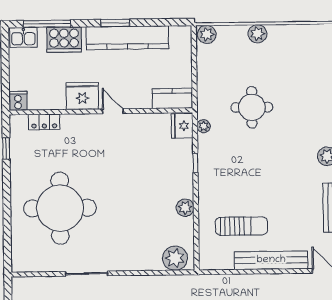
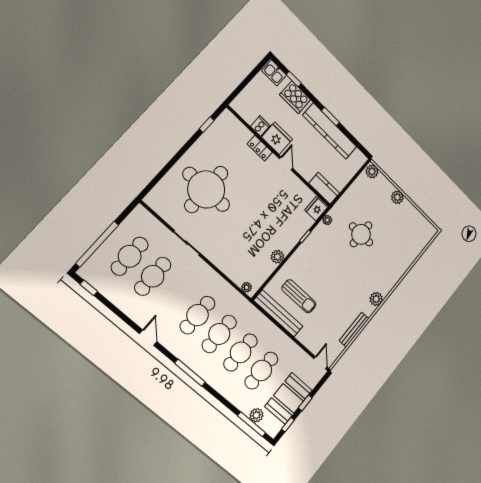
window: (47, 24) -> (294, 79), width x0.46
cooker: (18, 101) -> (260, 126), moved
locker: (44, 122) -> (260, 148), moved
plant: (175, 258) -> (247, 287), width x0.53, depth x0.53
bench: (271, 260) -> (278, 313), moved

